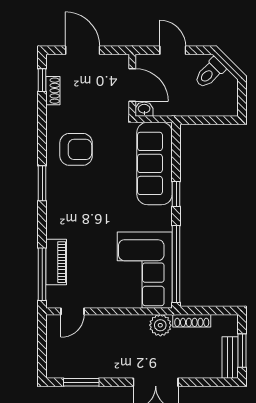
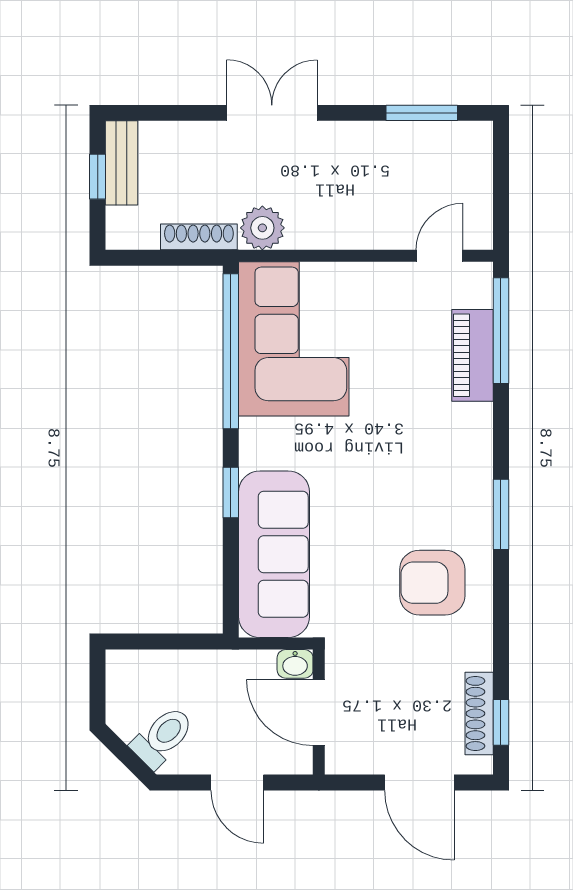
shoe rack: (53, 91) -> (479, 713), width x1.43
window: (242, 351) -> (98, 177), width x0.67

